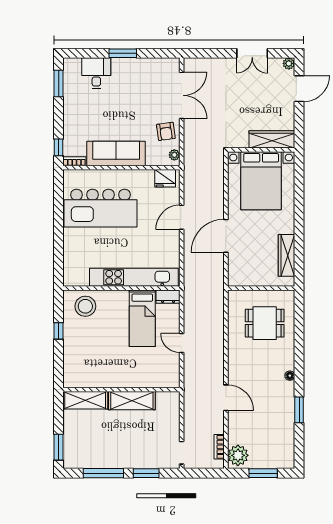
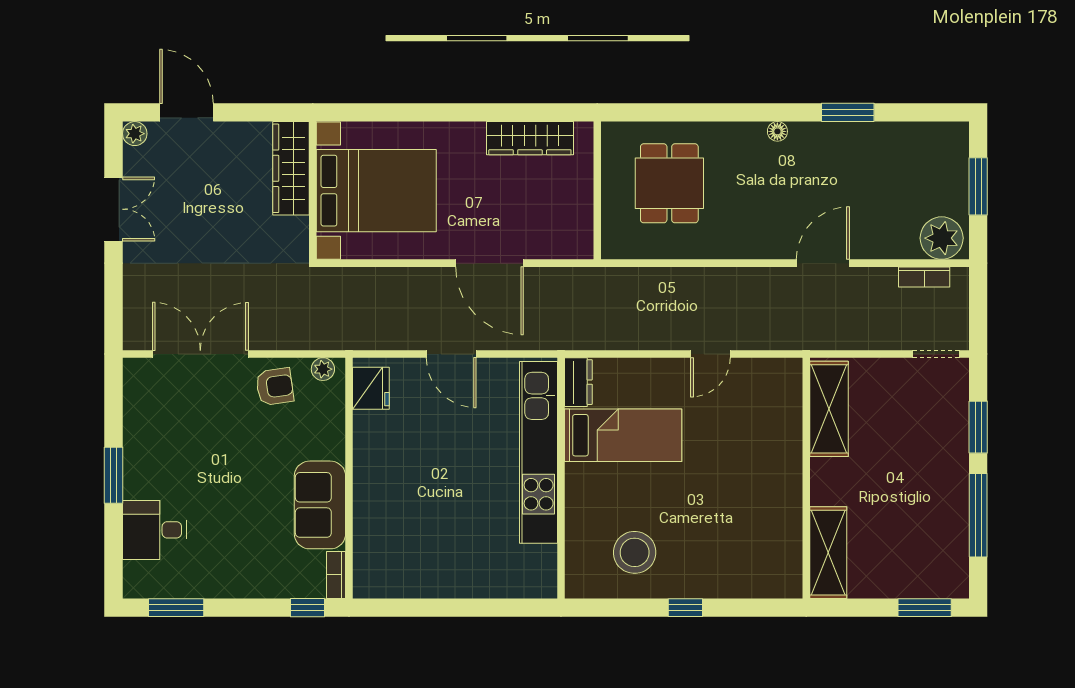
sofa: (116, 153) -> (320, 505), width x0.73
kitchen island: (101, 208) -> (432, 521), removed
kitchen unit: (134, 277) -> (539, 452), moved
wall: (121, 288) -> (561, 478), moved
dresser: (168, 297) -> (578, 382), moved
bed: (142, 318) -> (623, 435), moved
shelving: (132, 401) -> (829, 409), moved

